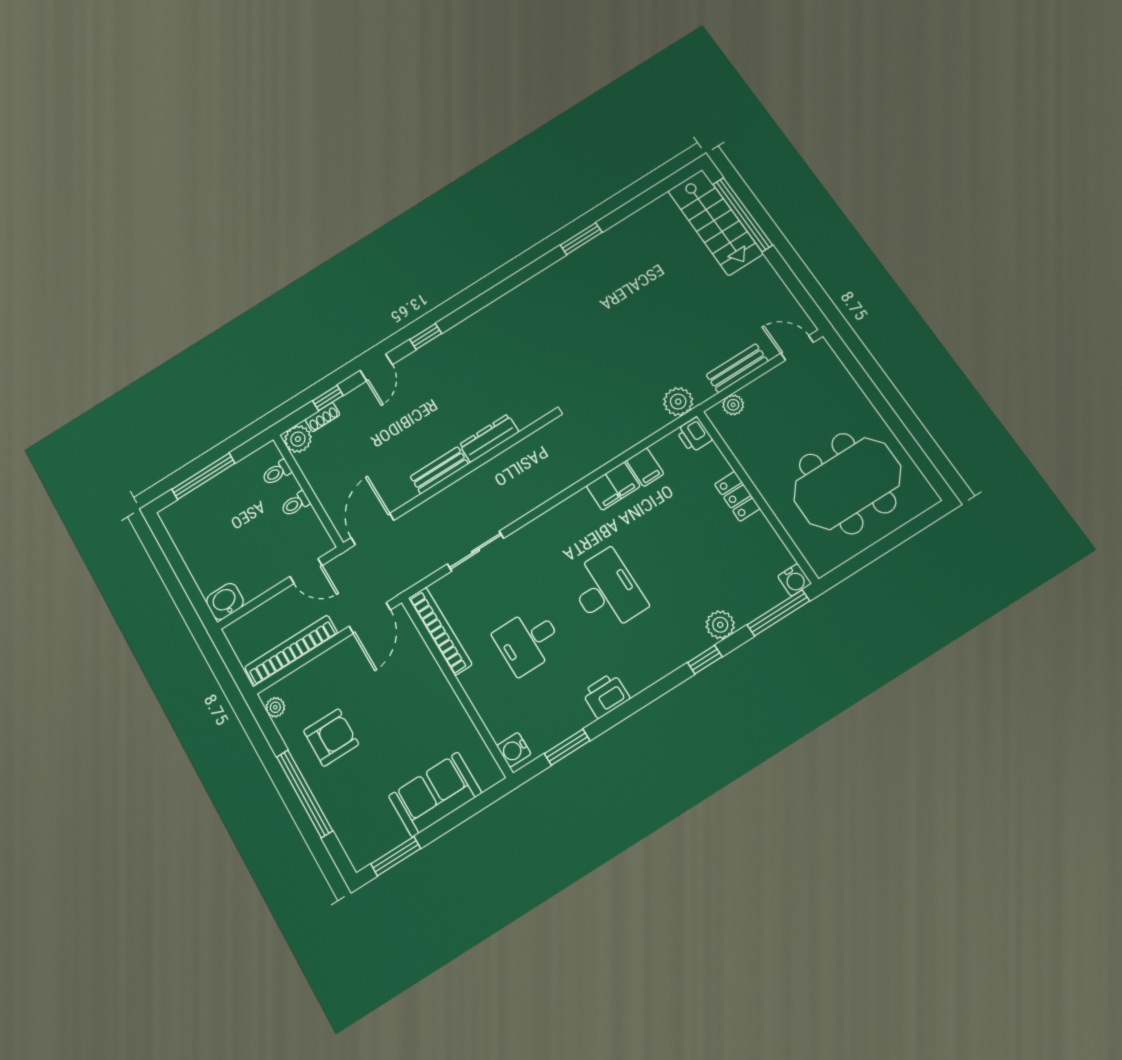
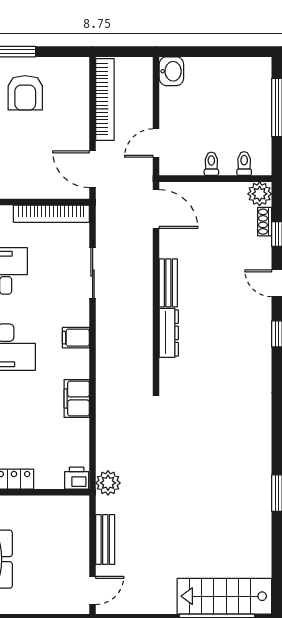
plant: (733, 405) -> (81, 519), removed
filing cabinet: (645, 467) -> (76, 338), moved
plant: (275, 707) -> (71, 65), removed

